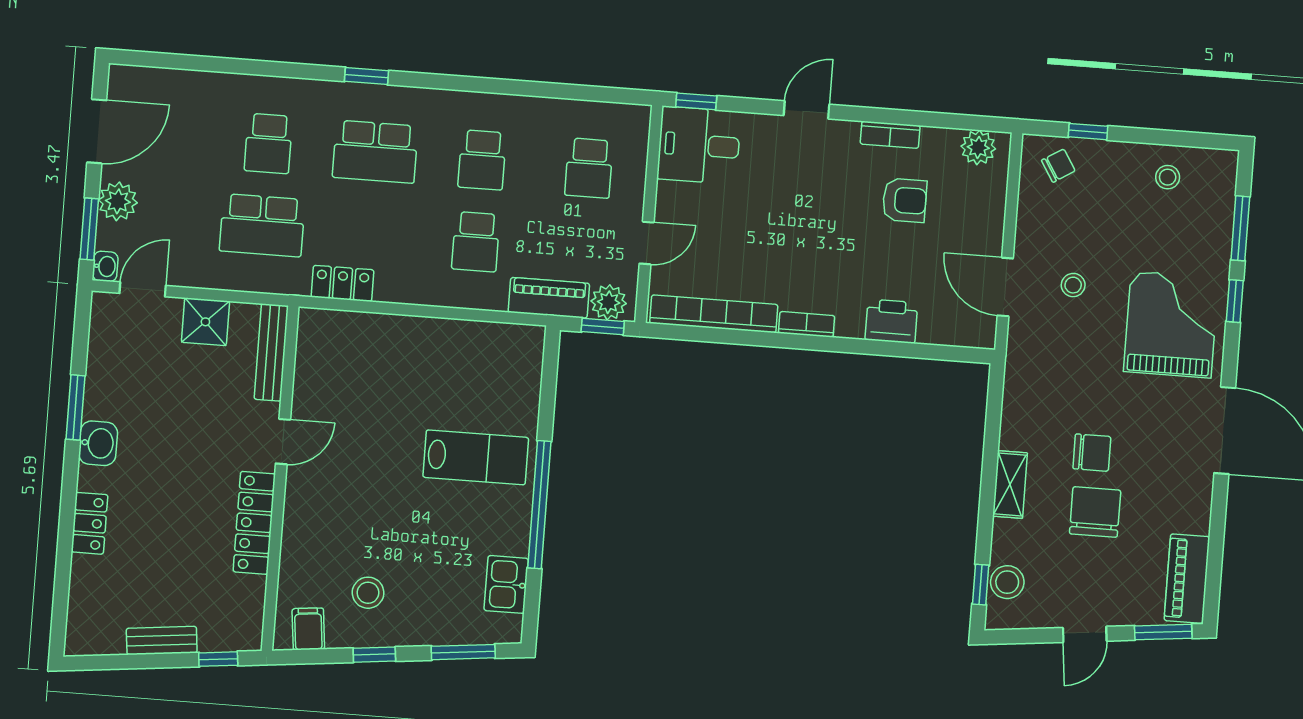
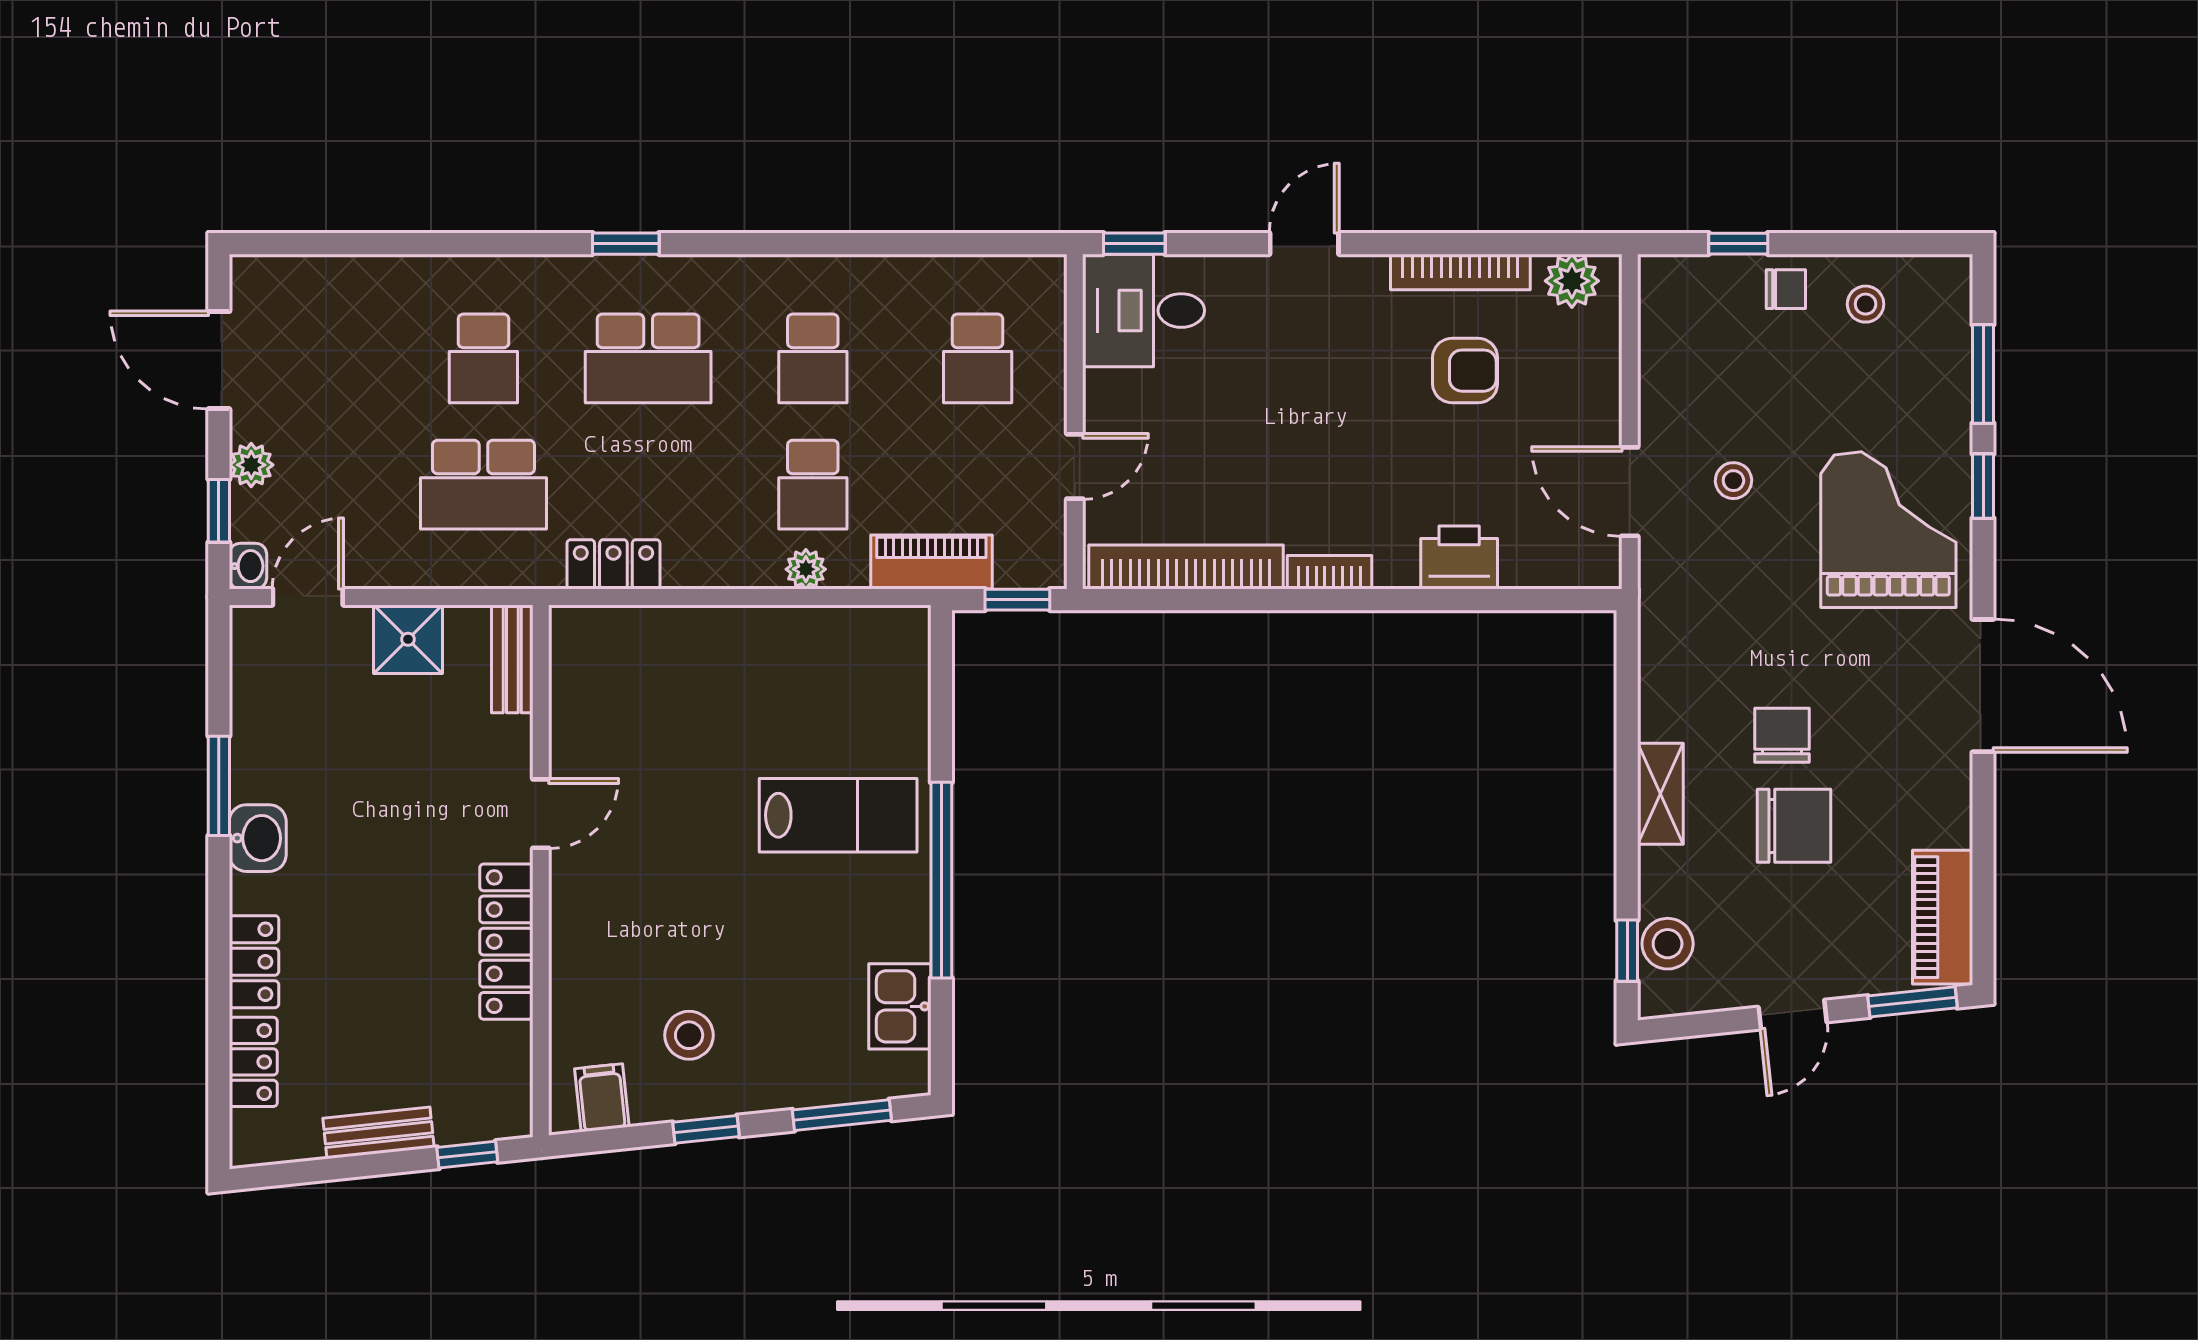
door: (97, 131) -> (219, 360), swing flipped
bookcase: (890, 135) -> (1460, 272), width x1.56
chair: (1058, 166) -> (1786, 289), moved, turned 32
plant: (118, 201) -> (251, 465), width x0.73, depth x0.73
window: (89, 229) -> (219, 511), width x0.67
plant: (609, 302) -> (806, 569), moved, width x0.73, depth x0.73
bench: (271, 352) -> (512, 659), width x0.73
chair: (1092, 453) -> (1782, 735), turned -90
chair: (1095, 512) -> (1794, 826), turned 90
locker: (84, 588) -> (253, 1062), added

